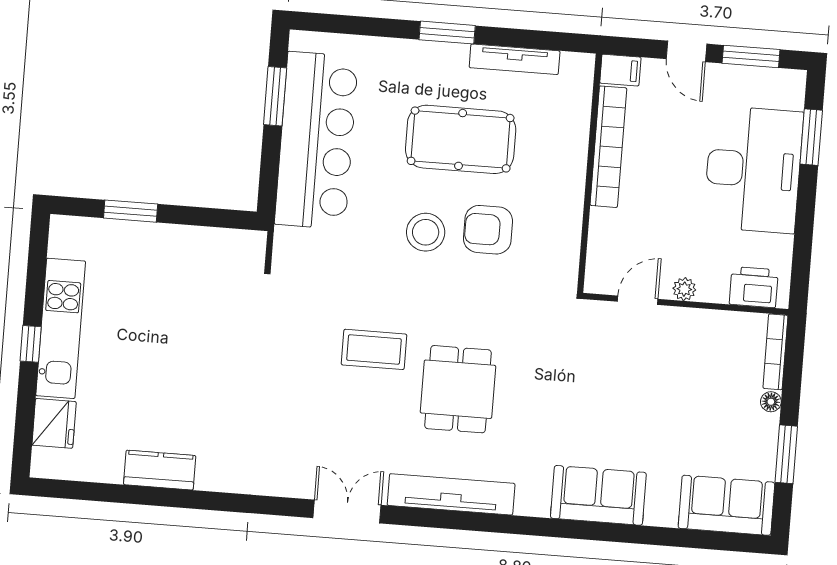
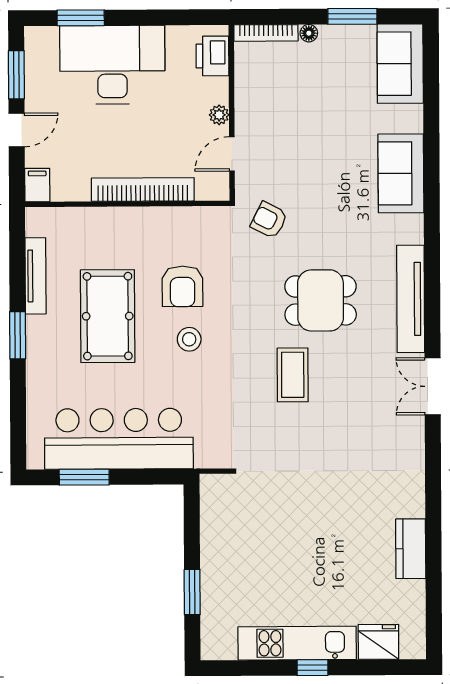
bookcase: (608, 147) -> (143, 190), moved
stool: (426, 232) -> (189, 339), width x0.73, depth x0.73
door: (638, 300) -> (232, 154), hinge flipped
armchair: (557, 337) -> (269, 220), added

